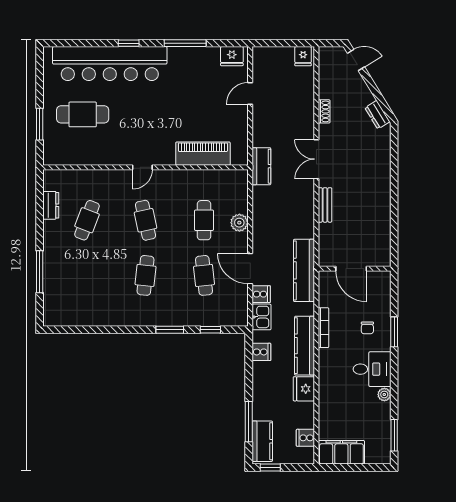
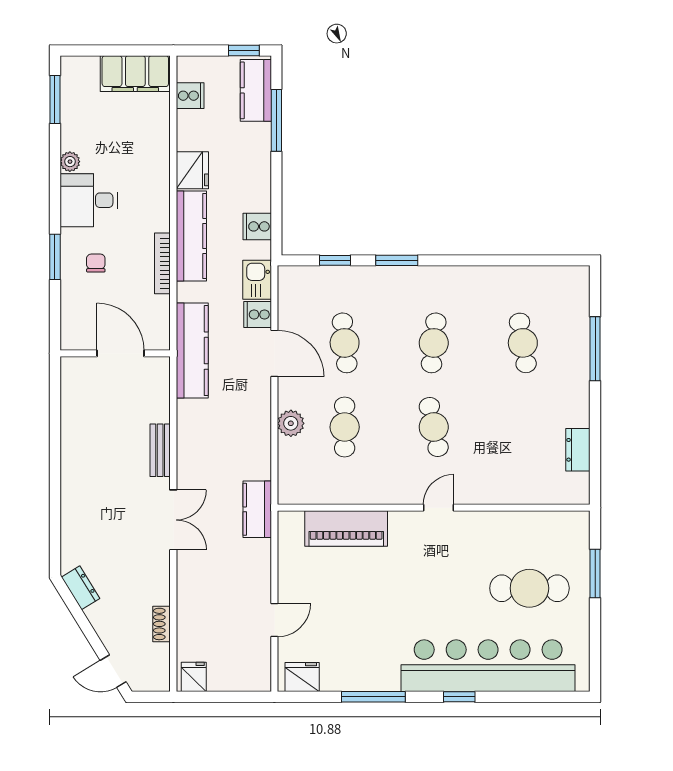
shoe rack: (324, 111) -> (162, 624), moved
cafe table: (87, 220) -> (523, 343), moved, turned -30

